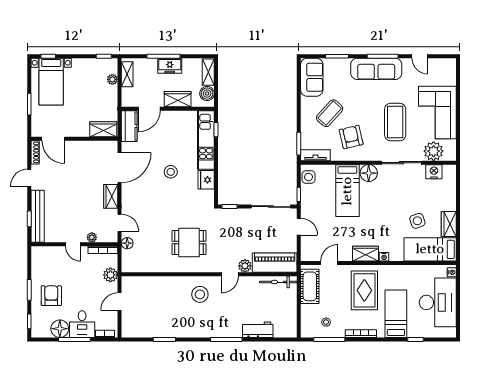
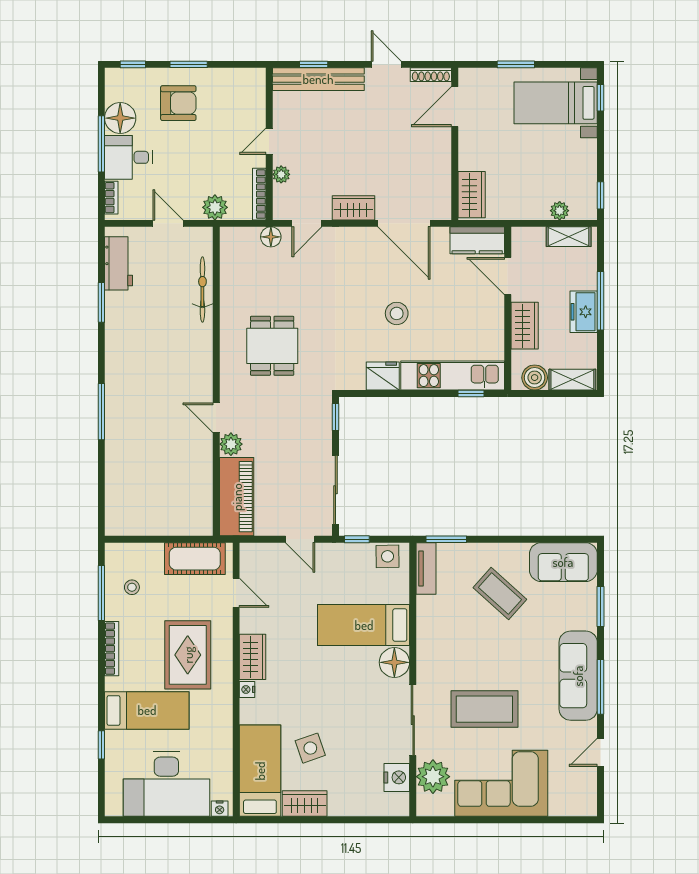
armchair: (351, 137) -> (458, 631), removed
door: (299, 227) -> (300, 539), hinge flipped
bicycle: (278, 282) -> (202, 289), moved
rug: (364, 290) -> (188, 655), turned 90
stool: (200, 294) -> (181, 365), removed
workbench: (258, 330) -> (119, 263), moved

